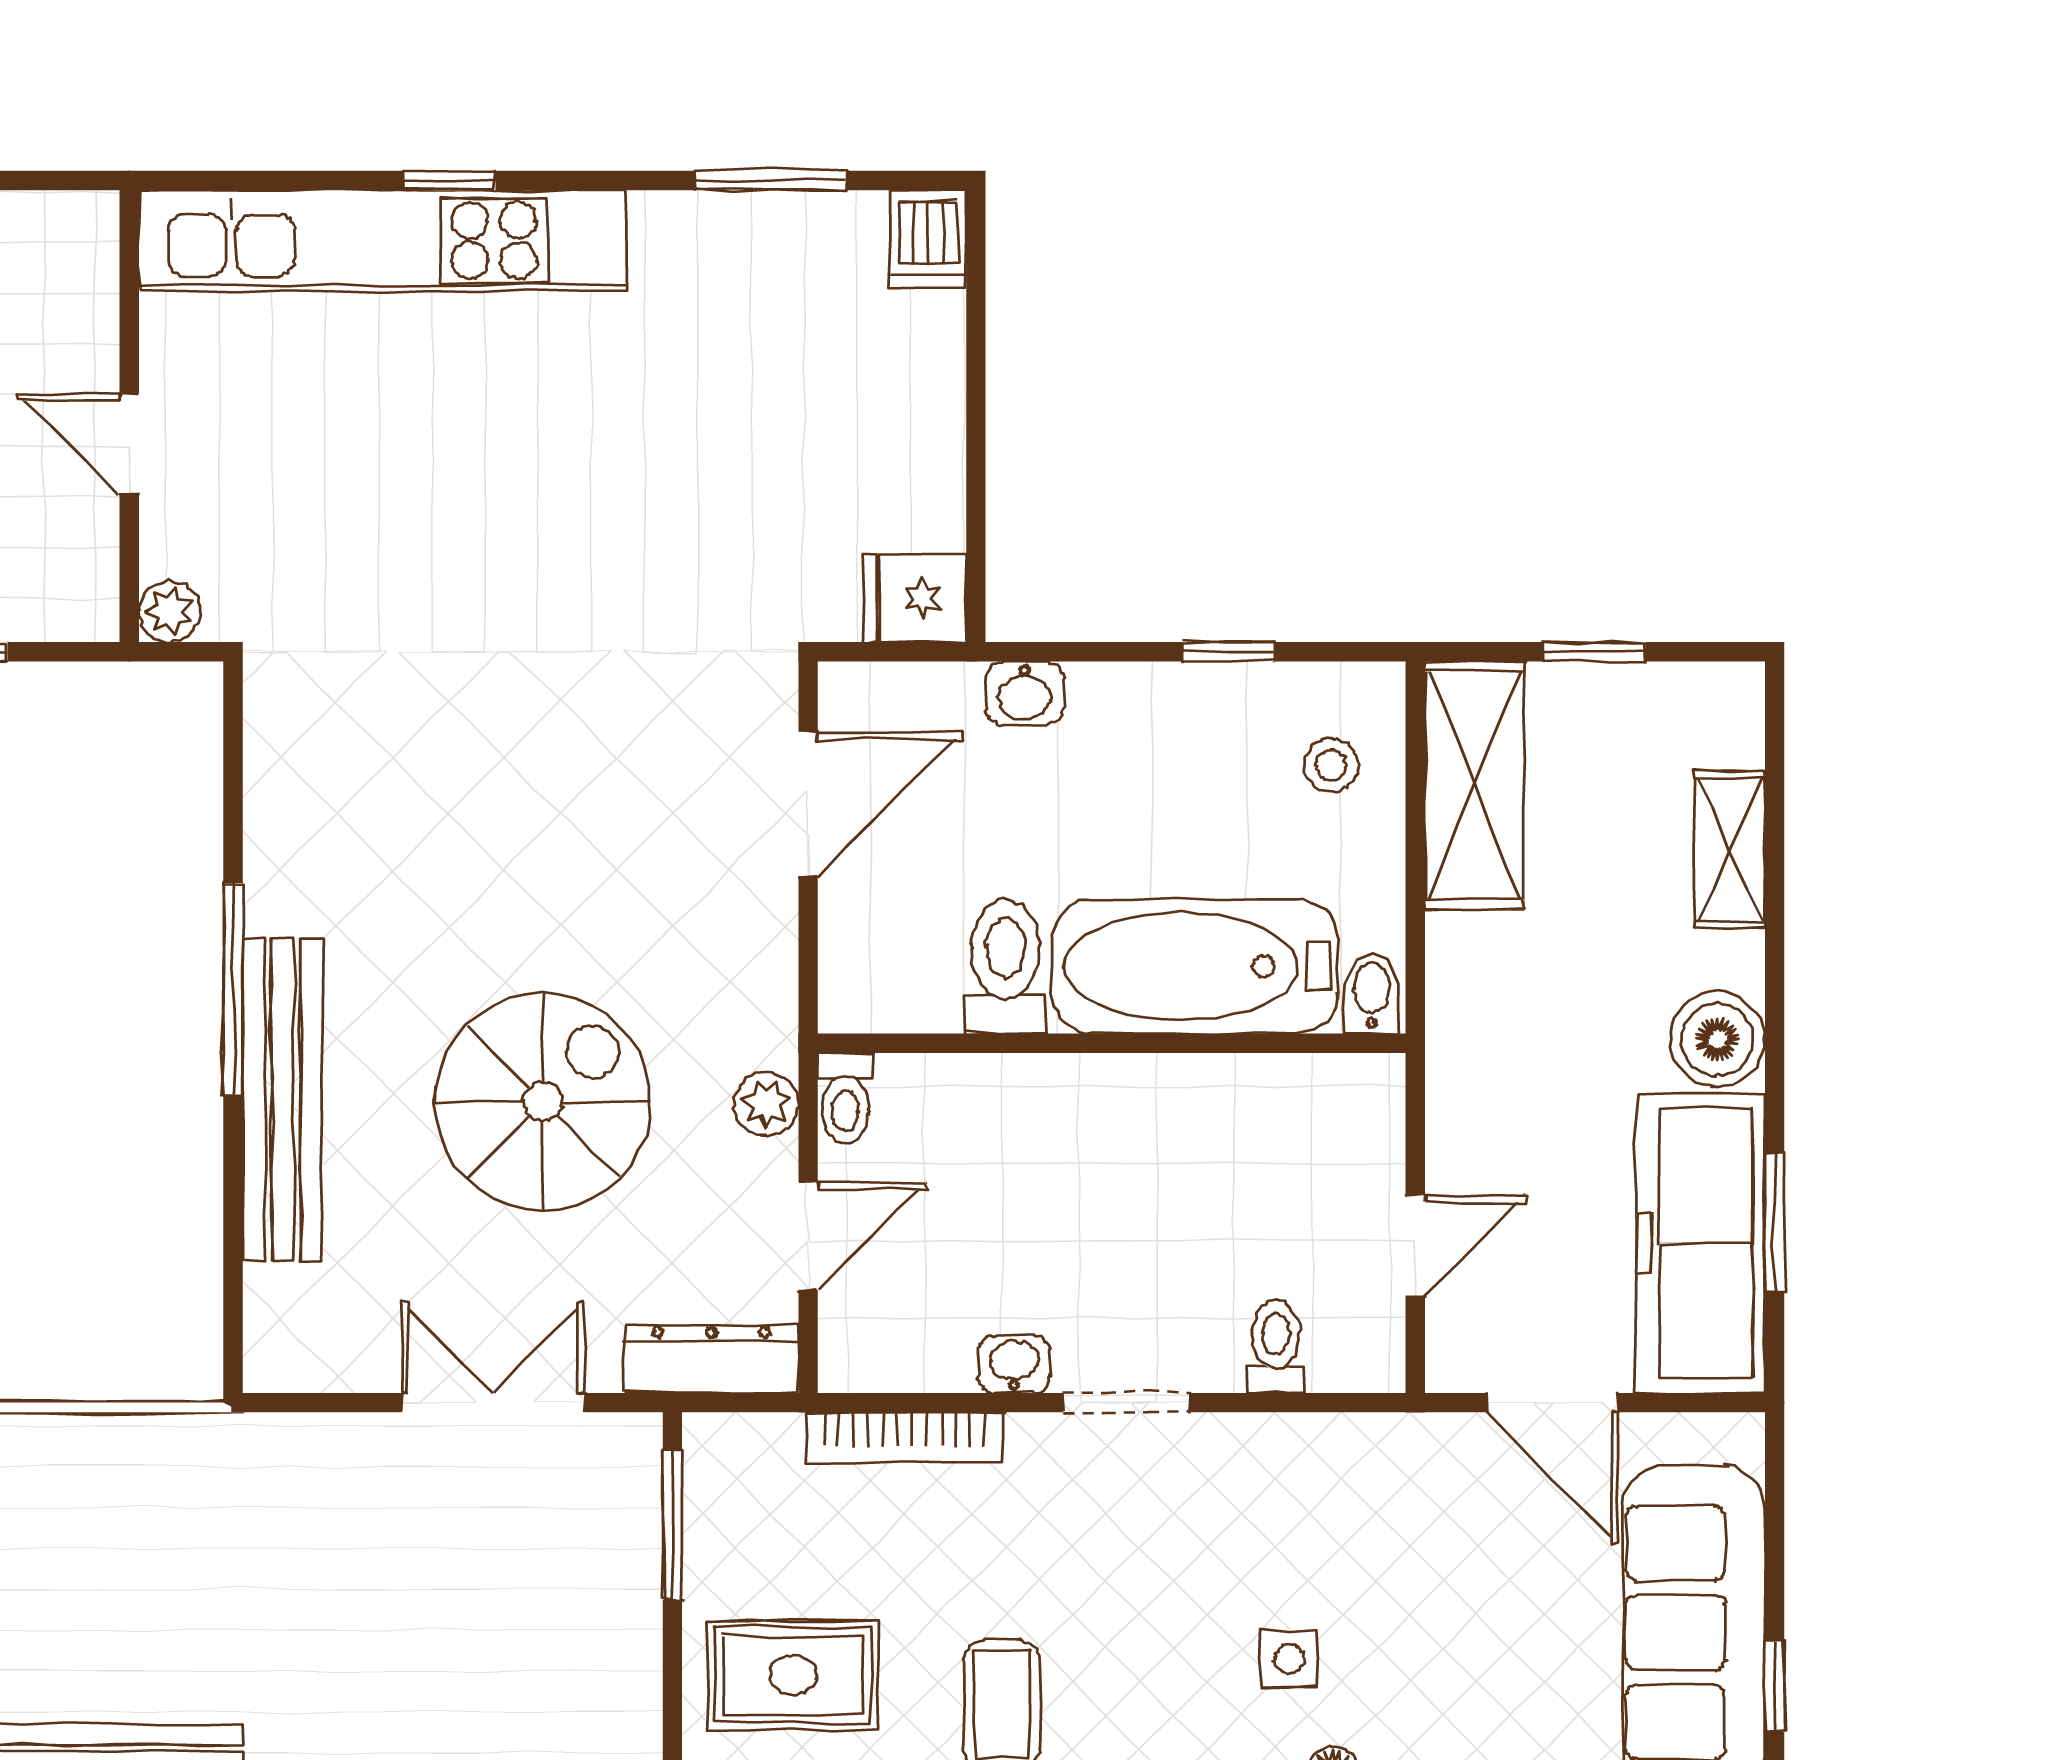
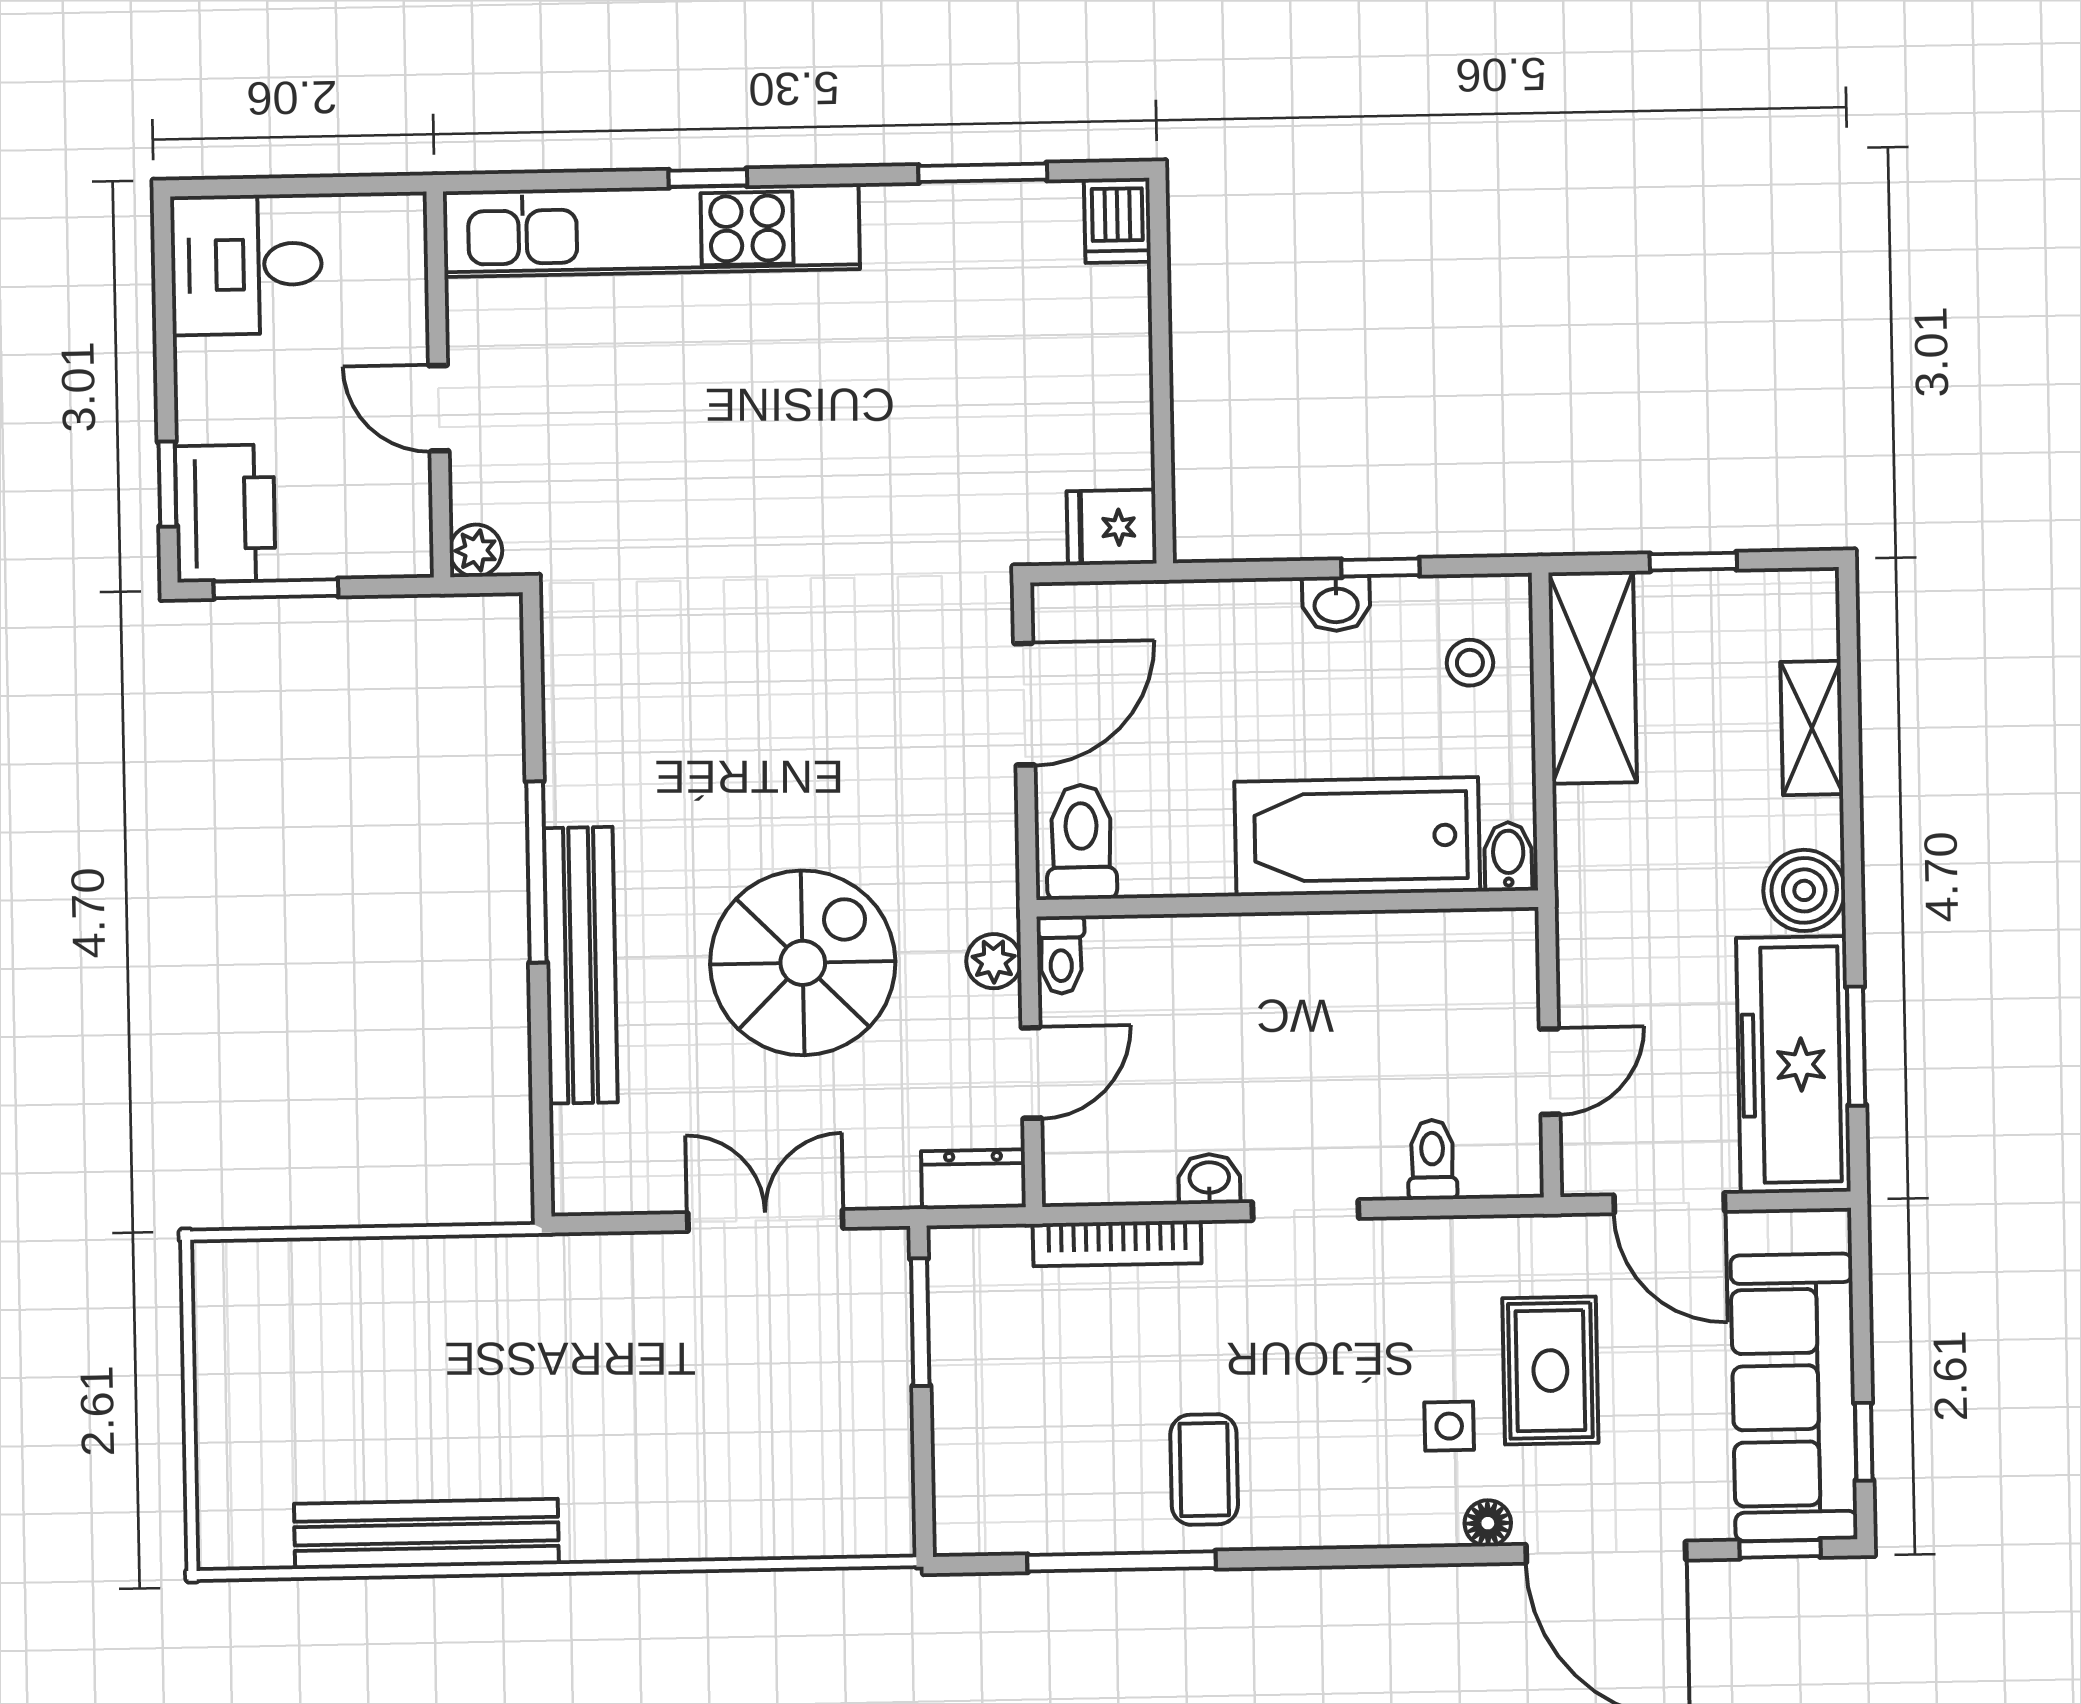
washbasin: (1024, 693) -> (1336, 604), moved
toilet: (1005, 967) -> (1081, 842), moved
dresser: (711, 1359) -> (973, 1179), width x0.70
rug: (793, 1675) -> (1550, 1371), moved, turned 90

